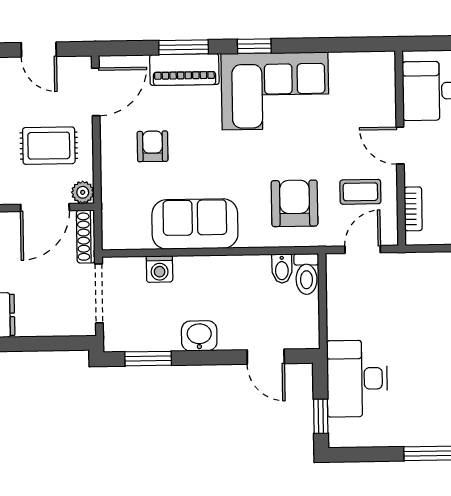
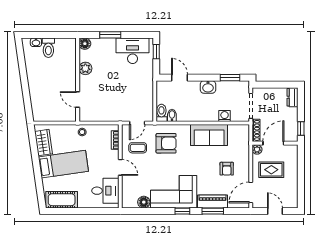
floor lamp: (344, 66) -> (144, 202), added
armchair: (295, 203) -> (166, 143), turned -90
desk: (357, 379) -> (133, 51), moved, turned -90

